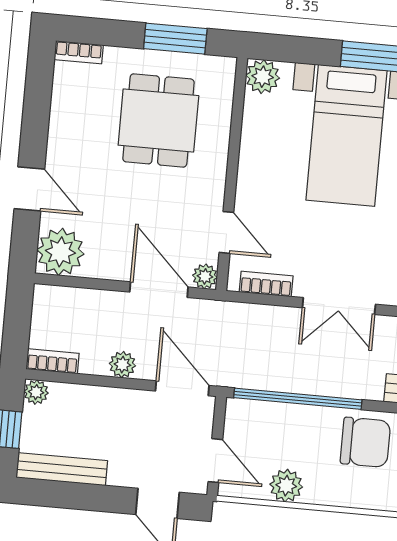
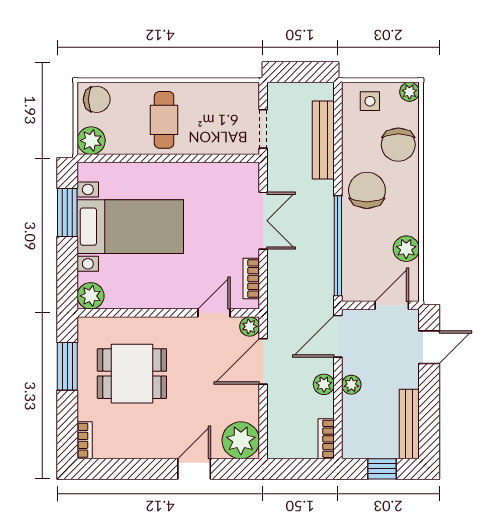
plant: (36, 392) -> (351, 385), moved

